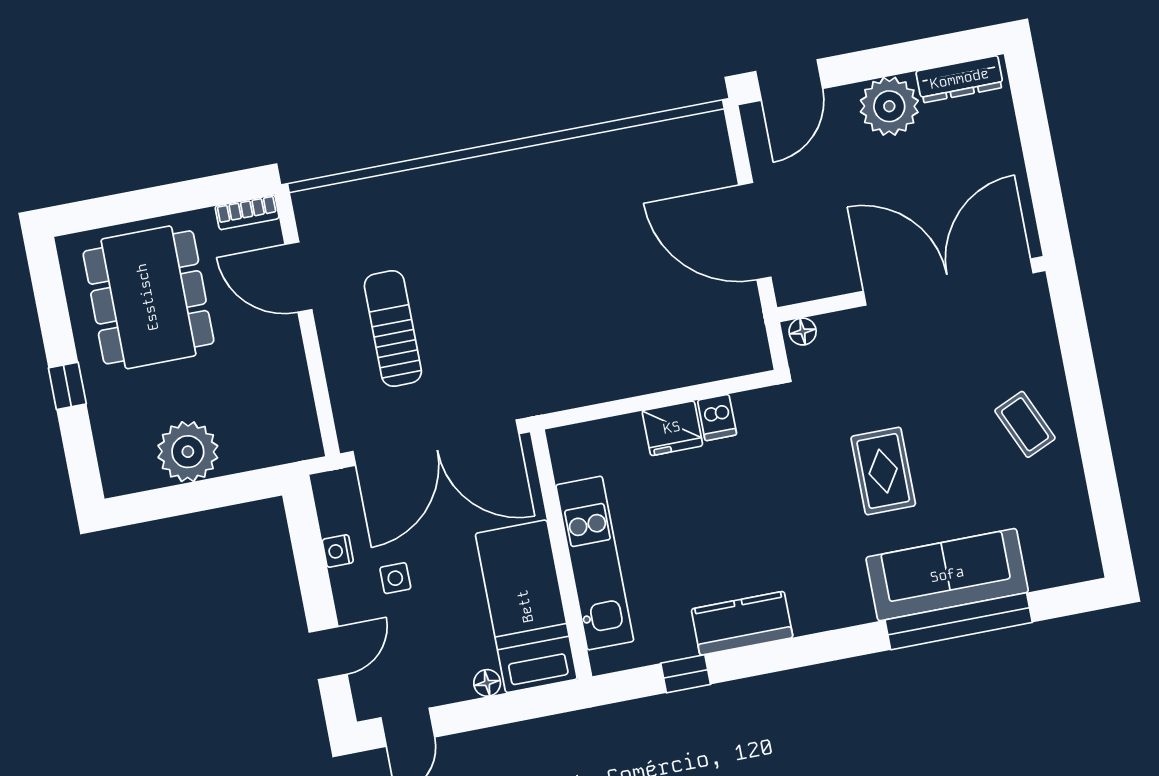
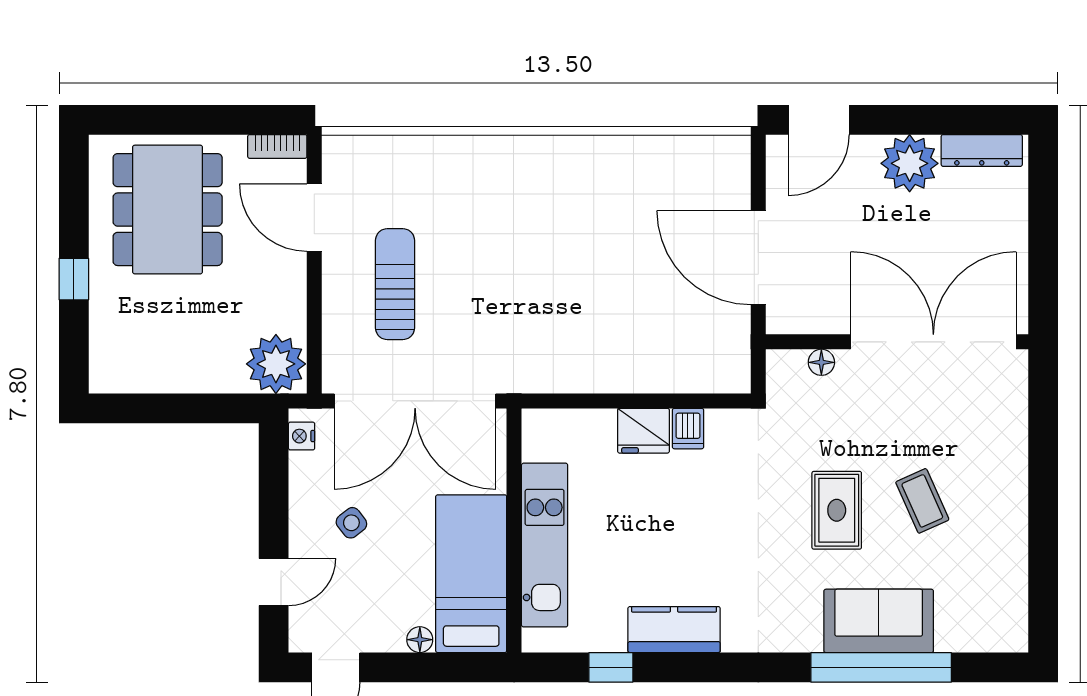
floor lamp: (803, 332) -> (821, 362), moved
coffee table: (1025, 424) -> (922, 501), moved
plant: (188, 452) -> (276, 364), moved
nightstand: (338, 551) -> (302, 436), moved
sofa: (947, 575) -> (879, 621), width x0.73
side table: (395, 578) -> (351, 523), turned -38

